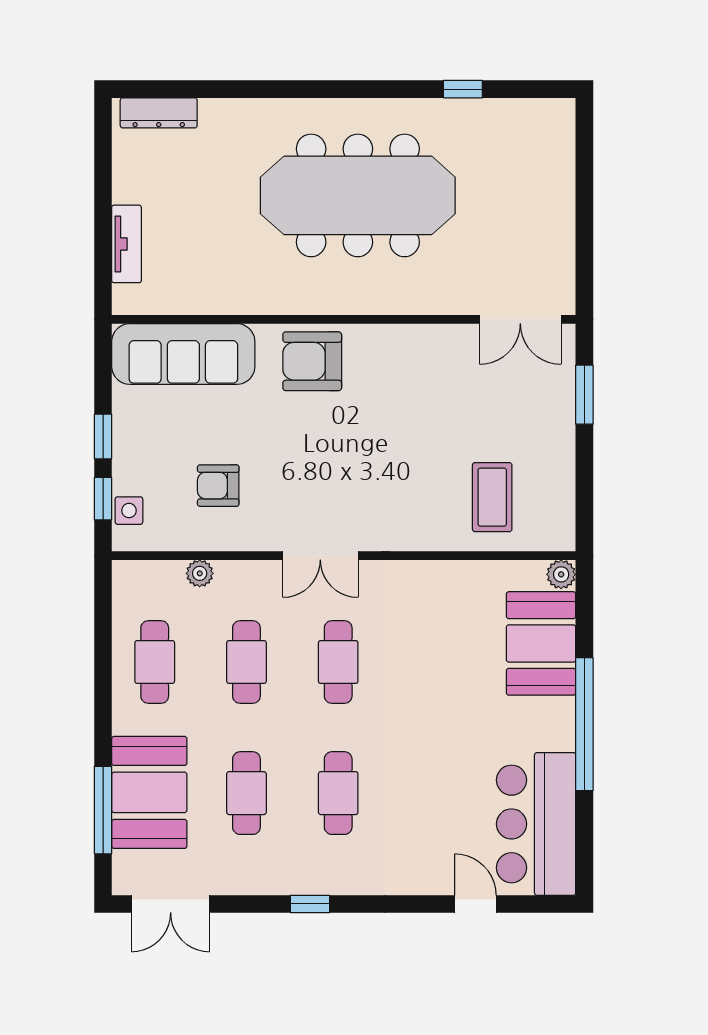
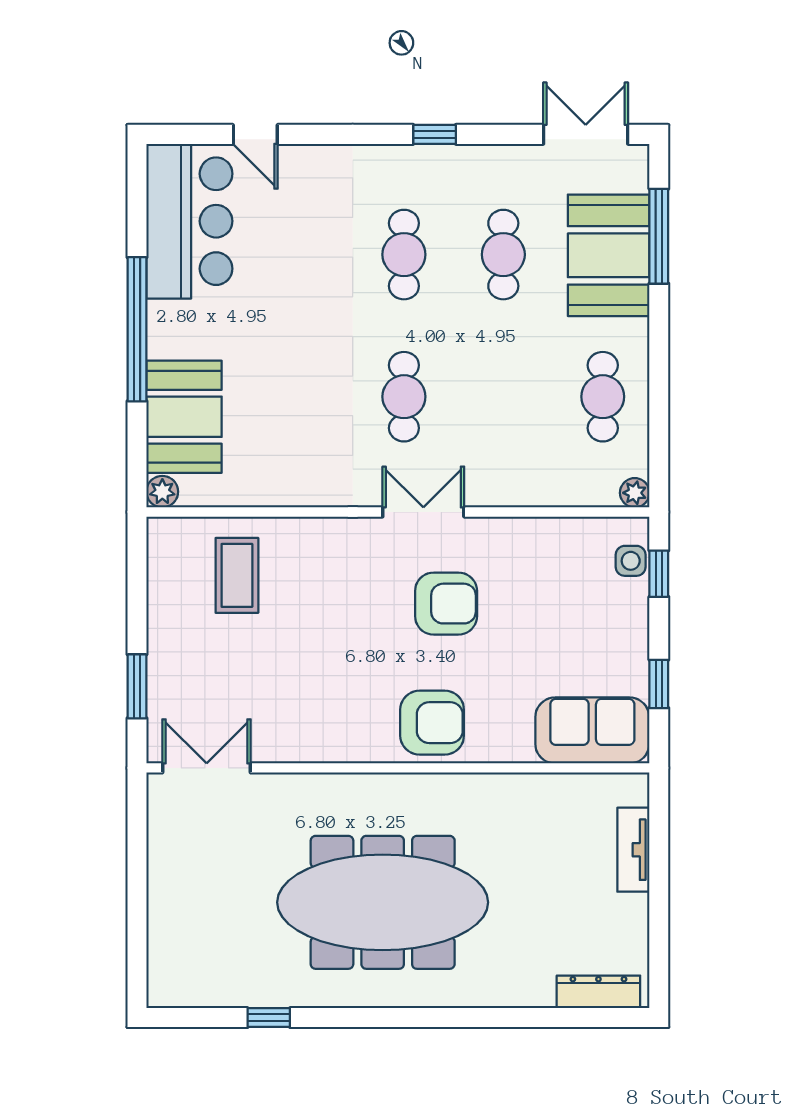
sofa: (183, 354) -> (592, 730), width x0.73
window: (103, 437) -> (659, 684), moved
armchair: (218, 486) -> (446, 604), moved, width x1.38, depth x1.38
plant: (200, 573) -> (635, 493), moved
cafe table: (246, 662) -> (503, 397), removed

